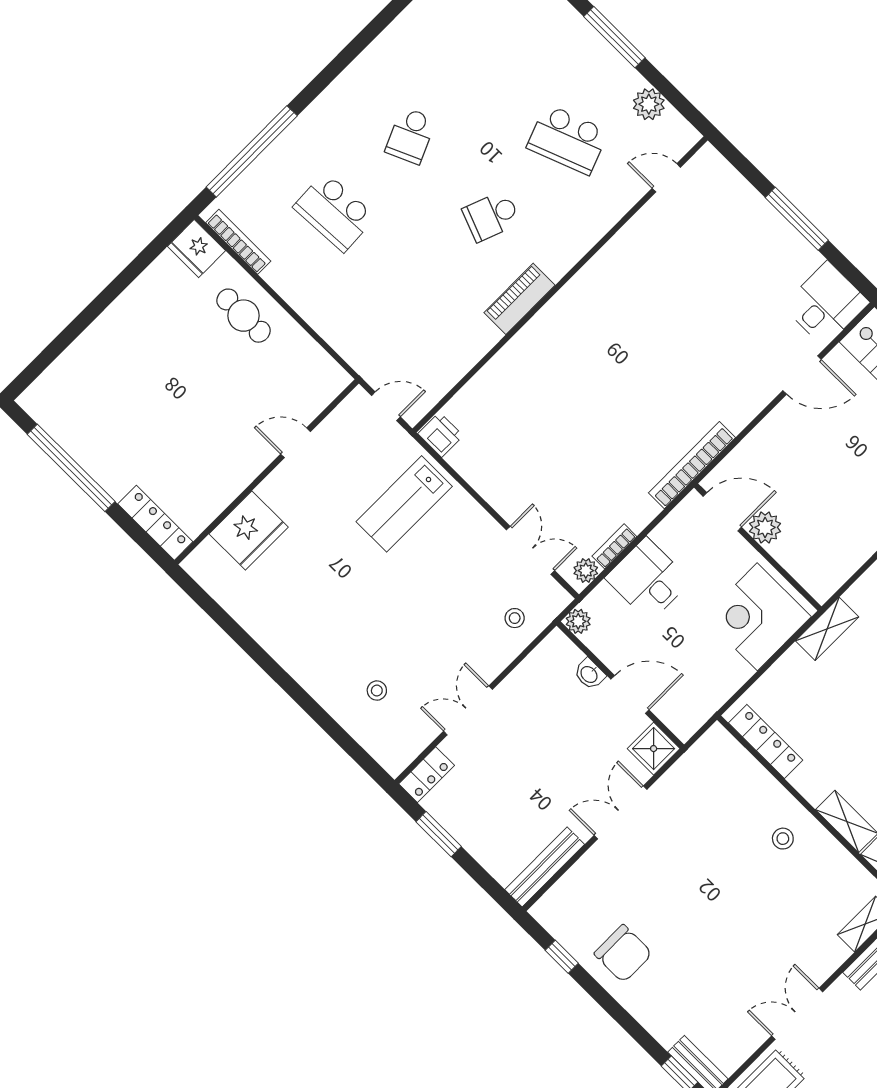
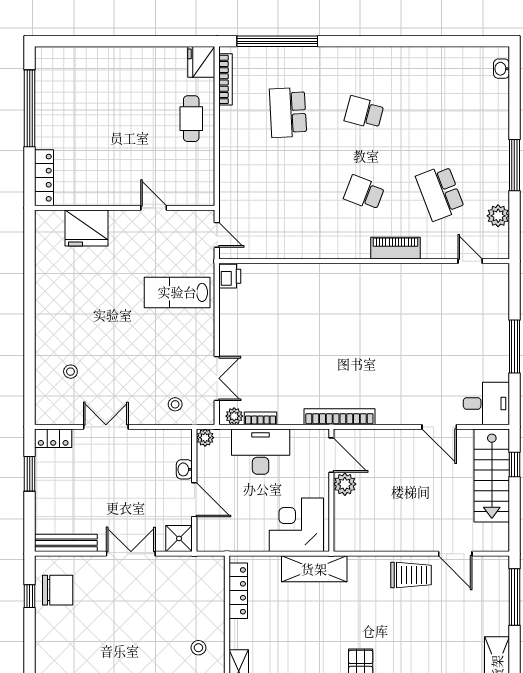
school desk: (411, 135) -> (364, 113), turned 39
piano: (520, 299) -> (395, 248), moved
desk: (648, 580) -> (261, 452), width x1.37
shelving: (827, 629) -> (314, 569), width x1.50, depth x1.33
chair: (623, 954) -> (58, 590), moved, turned -90

